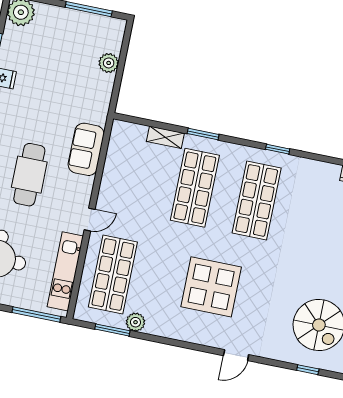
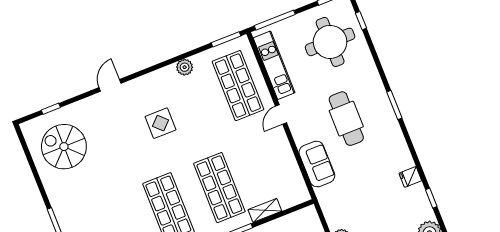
display table: (211, 287) -> (161, 123), width x0.54, depth x0.54
plant: (135, 322) -> (185, 67), moved
window: (112, 330) -> (226, 39), moved

